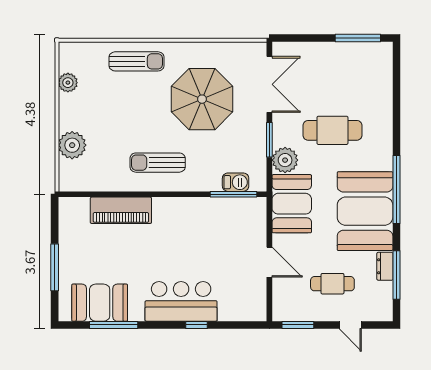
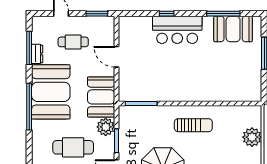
barbecue: (236, 182) -> (140, 112), removed
piano: (121, 210) -> (218, 92), removed

